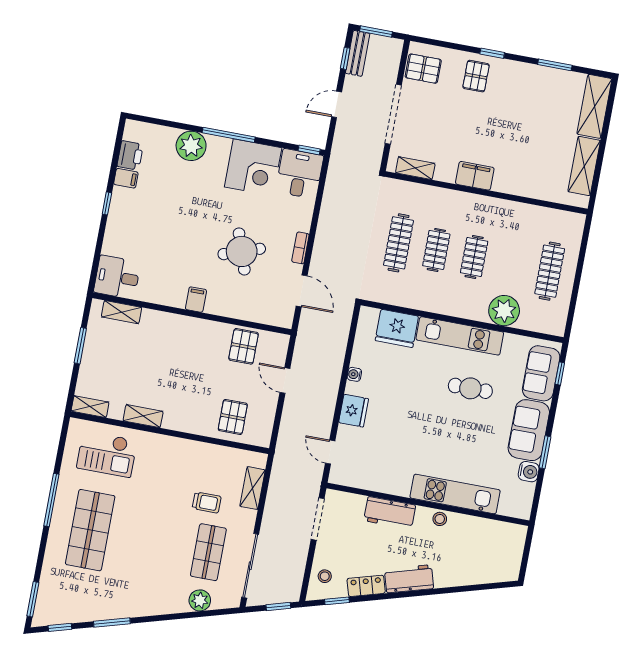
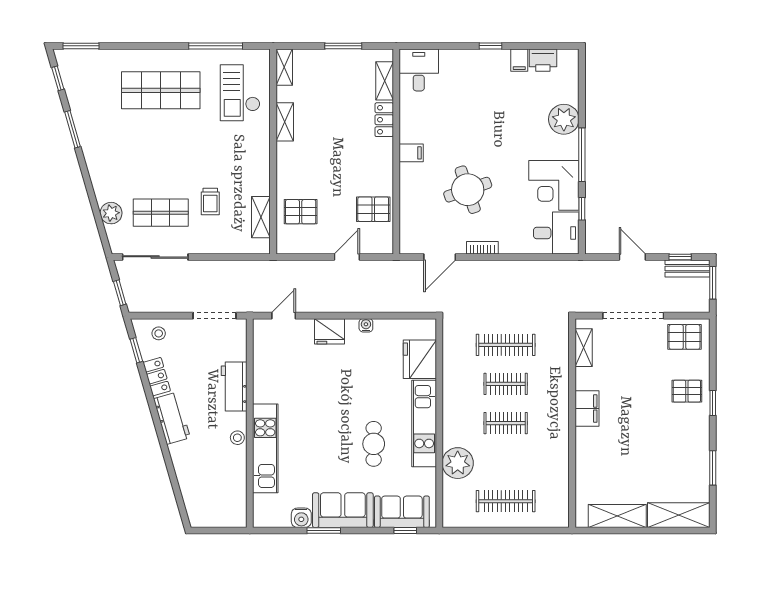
pallet: (423, 69) -> (685, 337), turned 90
window: (309, 150) -> (582, 209), moved
locker: (159, 319) -> (384, 120), added
shelving: (252, 488) -> (261, 217), moved, turned 90
window: (51, 500) -> (216, 46), moved

